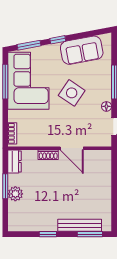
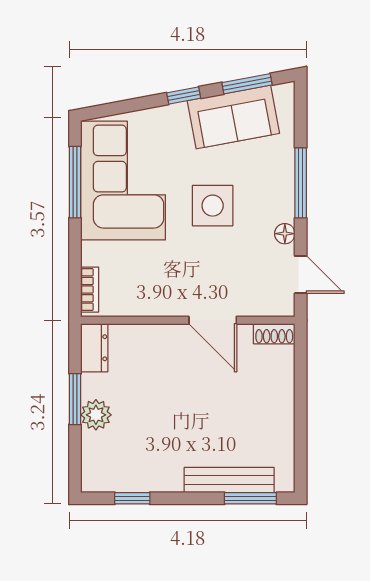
window: (29, 45) -> (247, 84), moved
side table: (72, 93) -> (213, 206), turned -34
shoe rack: (48, 155) -> (274, 334), moved
window: (48, 234) -> (132, 498), moved

